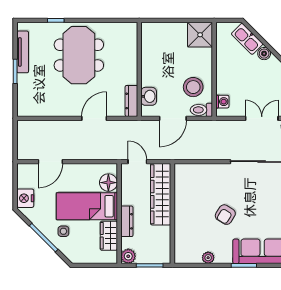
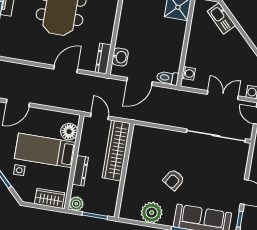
boiler: (264, 54) -> (235, 35), removed
stool: (193, 87) -> (163, 55), removed
wardrobe: (109, 236) -> (49, 198), moved, turned 90
plant: (208, 258) -> (152, 213), width x1.87, depth x1.87

